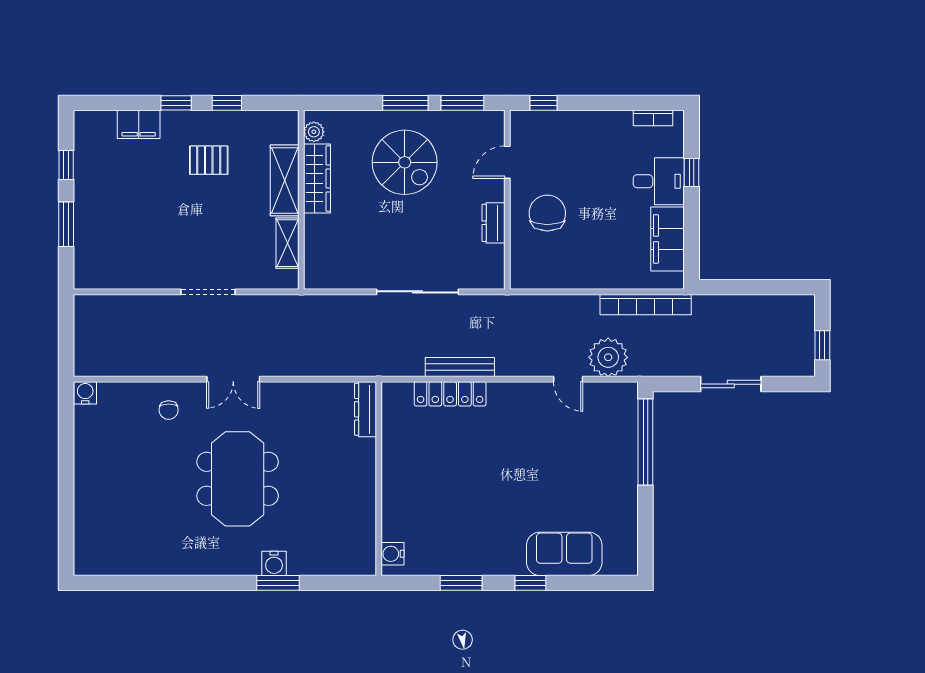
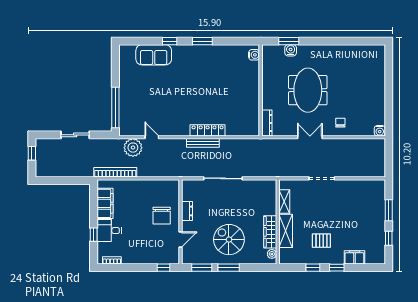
dresser: (366, 409) -> (267, 123), moved
wall: (379, 479) -> (261, 90), moved
water cooler: (393, 554) -> (254, 55), moved

